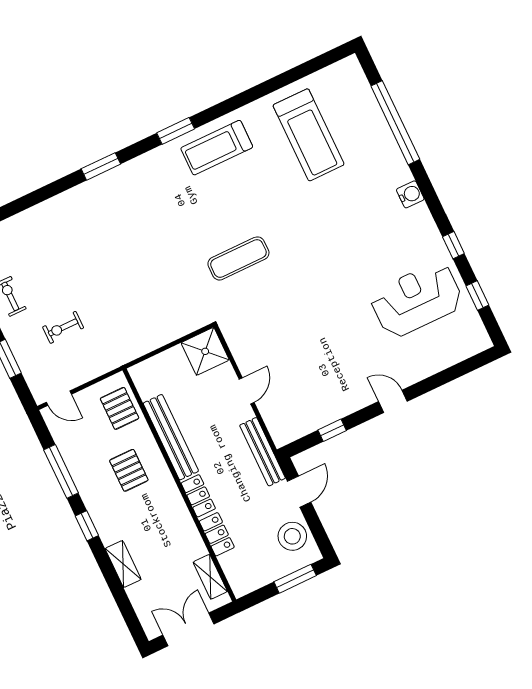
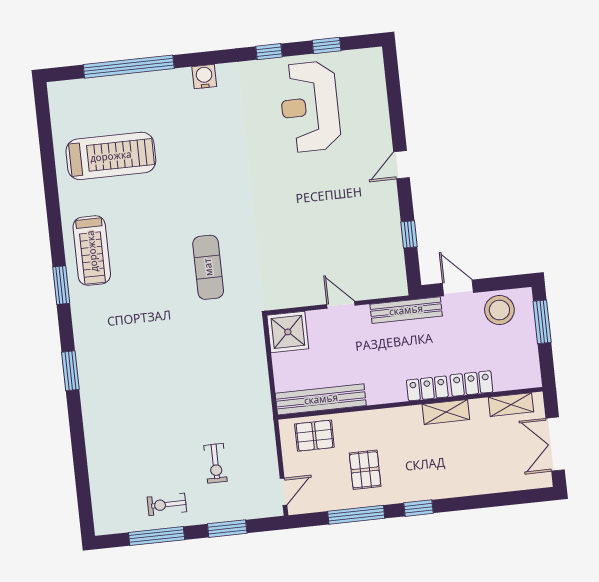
bench: (171, 437) -> (321, 399), moved
pallet: (129, 470) -> (365, 470), moved, turned 90
shelving: (123, 564) -> (446, 412), moved

